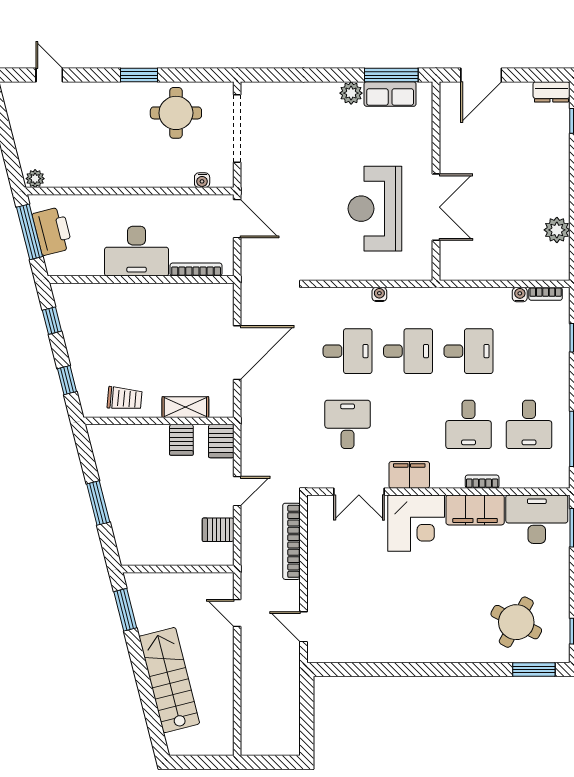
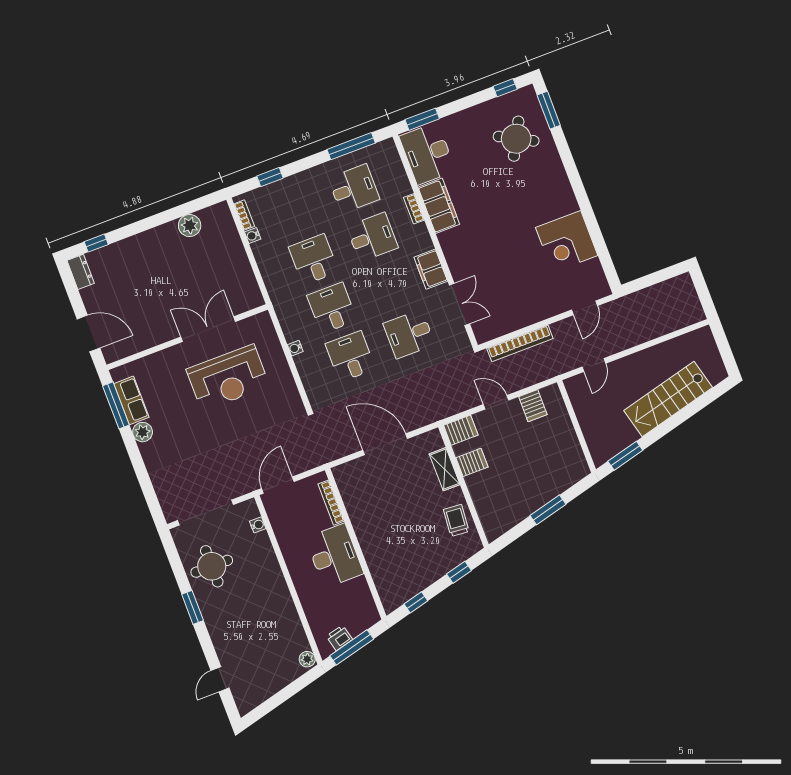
printer: (52, 231) -> (339, 638), width x0.53, depth x0.68
corner desk: (416, 523) -> (567, 241), moved, turned 180

